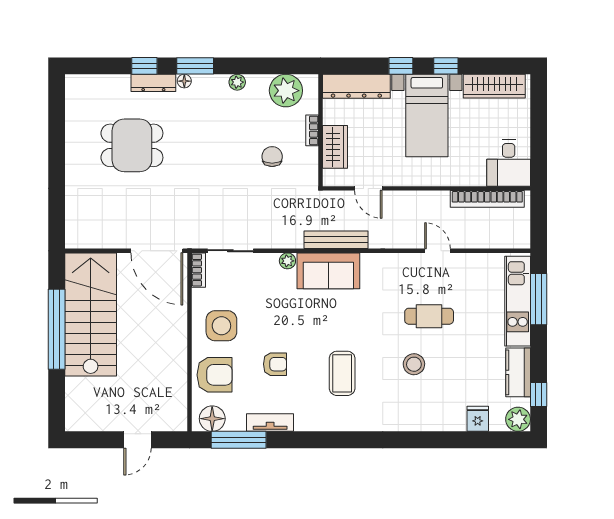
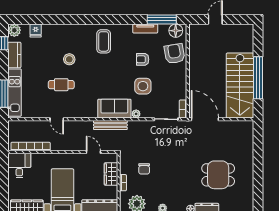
side table: (221, 326) -> (143, 86), moved
coffee table: (342, 373) -> (104, 41), moved
armchair: (215, 375) -> (174, 54), turned 80

